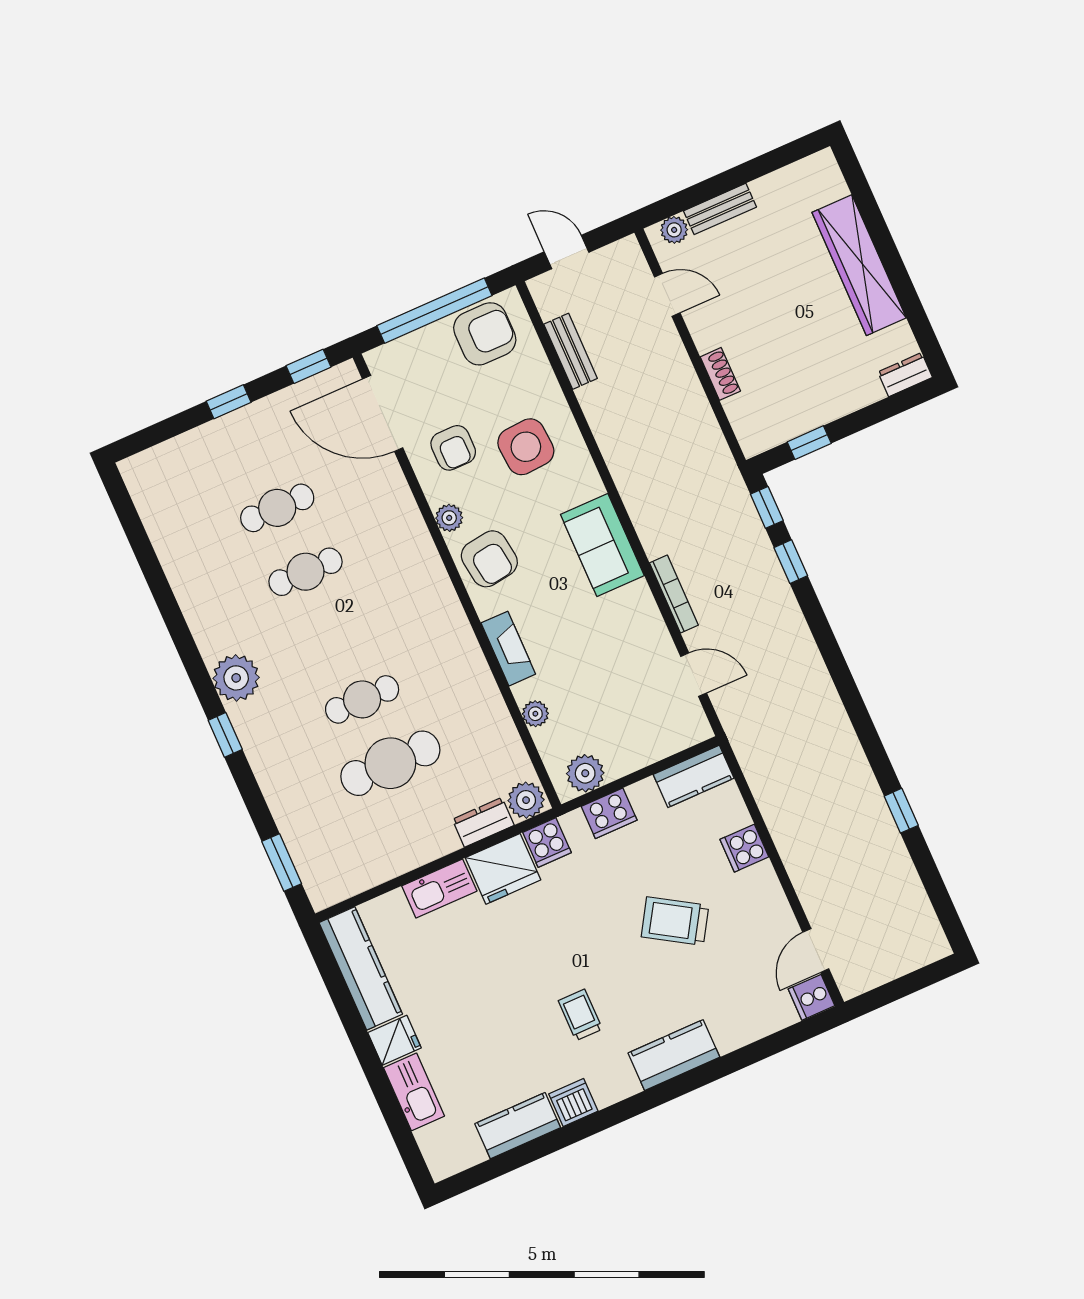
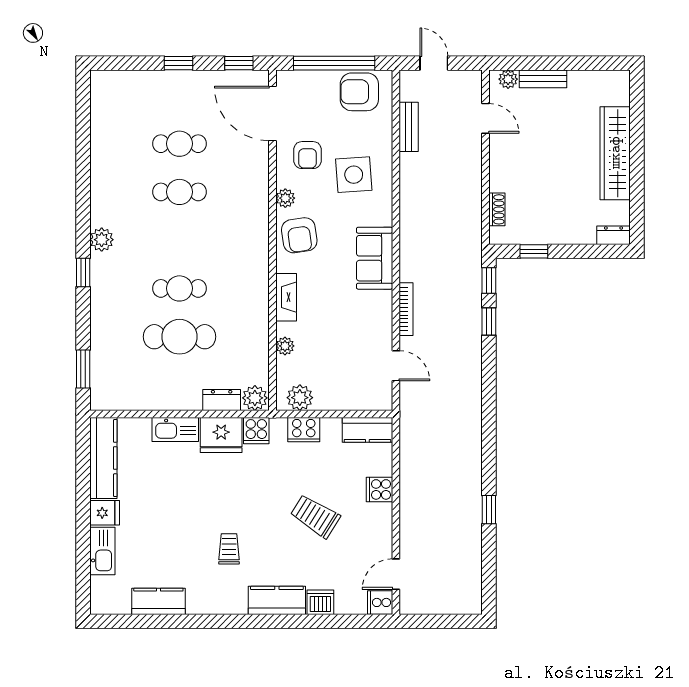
armchair: (485, 334) -> (359, 92), turned 180
shoe rack: (720, 374) -> (497, 209), moved
plant: (236, 678) -> (102, 240), width x0.73, depth x0.73
dishwasher: (573, 1102) -> (320, 602), moved

